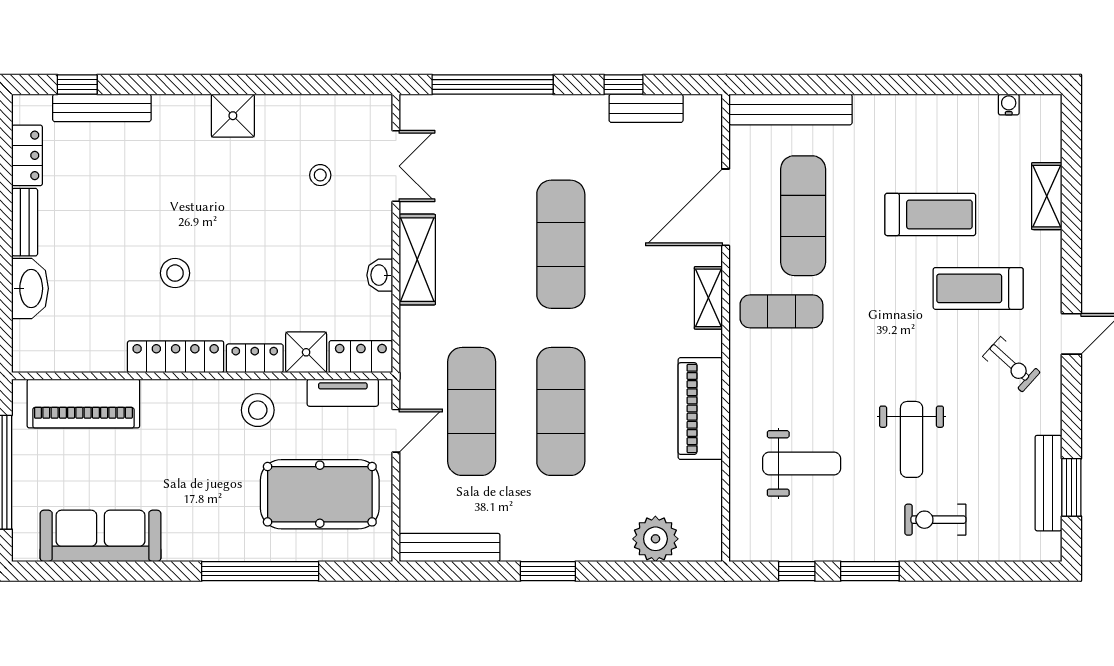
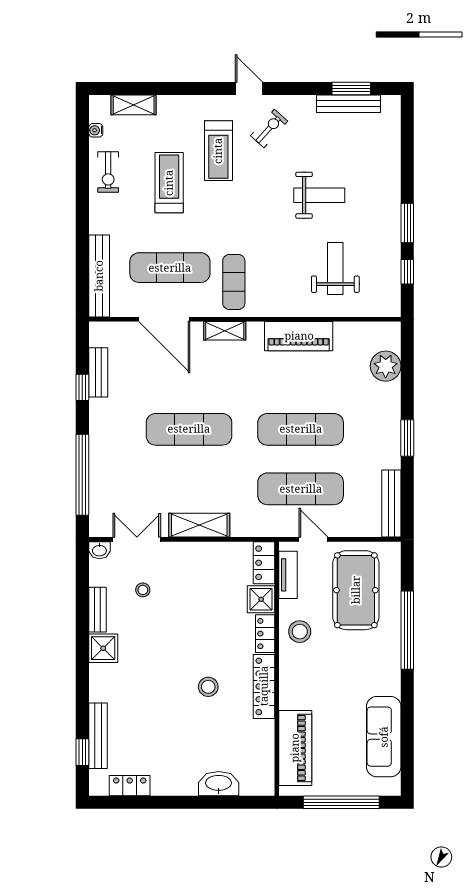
shelving: (1047, 196) -> (134, 105), moved
bench: (25, 222) -> (97, 610), moved, turned 90
washbasin: (380, 275) -> (99, 550), moved
exercise bike: (935, 520) -> (108, 172), moved

